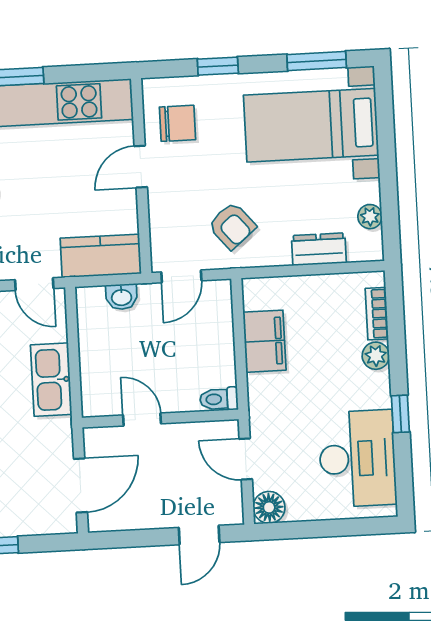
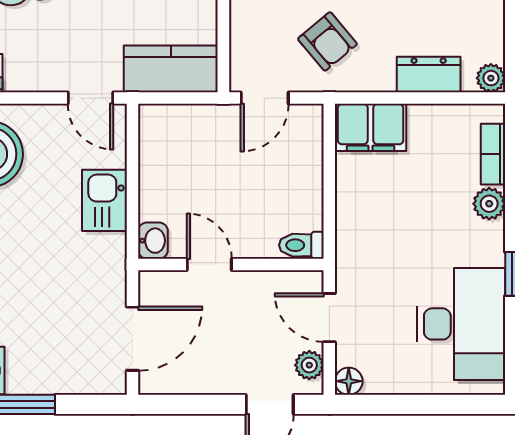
plant: (370, 217) -> (491, 78), moved
washbasin: (122, 297) -> (153, 241), moved, turned -90
filing cabinet: (264, 341) -> (371, 127), moved, turned 90
kitchen sink: (51, 380) -> (105, 200), width x0.73
plant: (231, 500) -> (309, 365), added
floor lamp: (269, 507) -> (349, 381), width x0.73, depth x0.73

